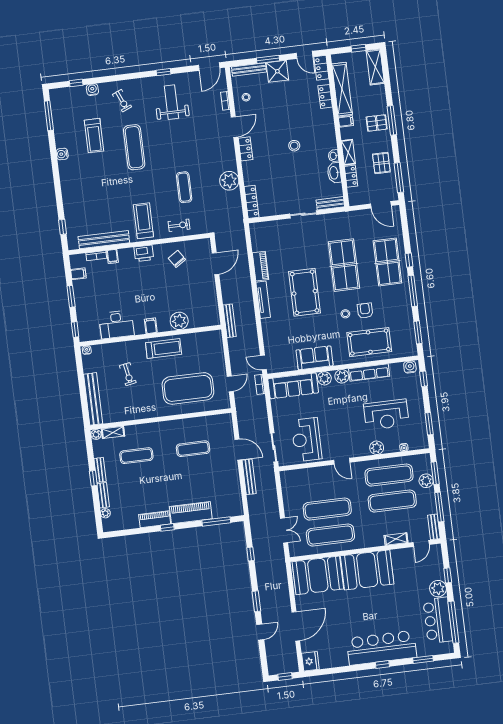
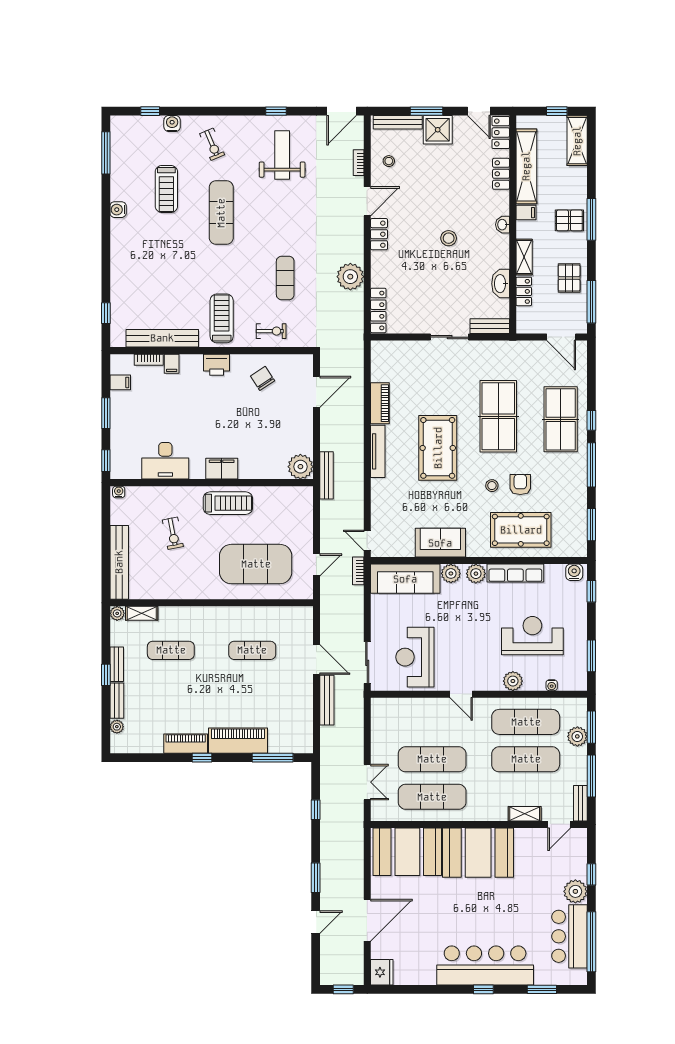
washbasin: (333, 156) -> (503, 225), moved
plant: (179, 321) -> (300, 467), moved
filing cabinet: (151, 326) -> (222, 469), width x2.00
reception desk: (386, 415) -> (532, 636), turned 180

